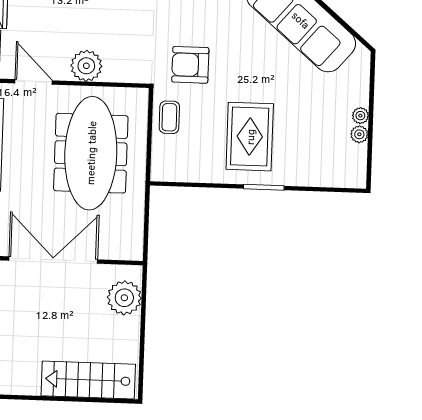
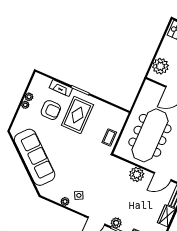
armchair: (190, 65) -> (51, 110), moved
door: (34, 82) -> (163, 177), hinge flipped
fireplace: (303, 177) -> (61, 88), added

